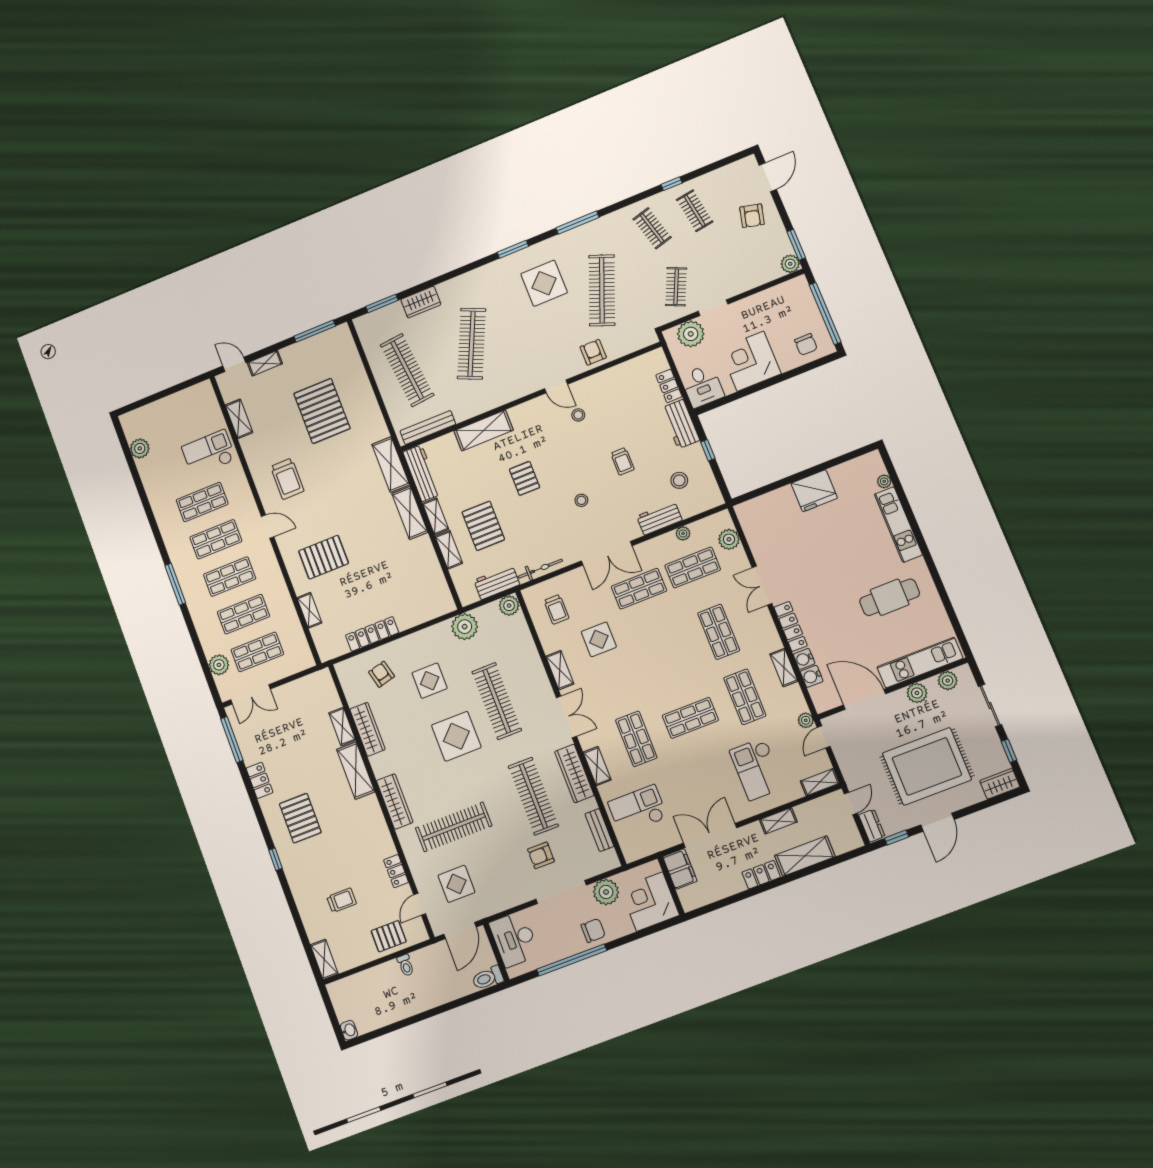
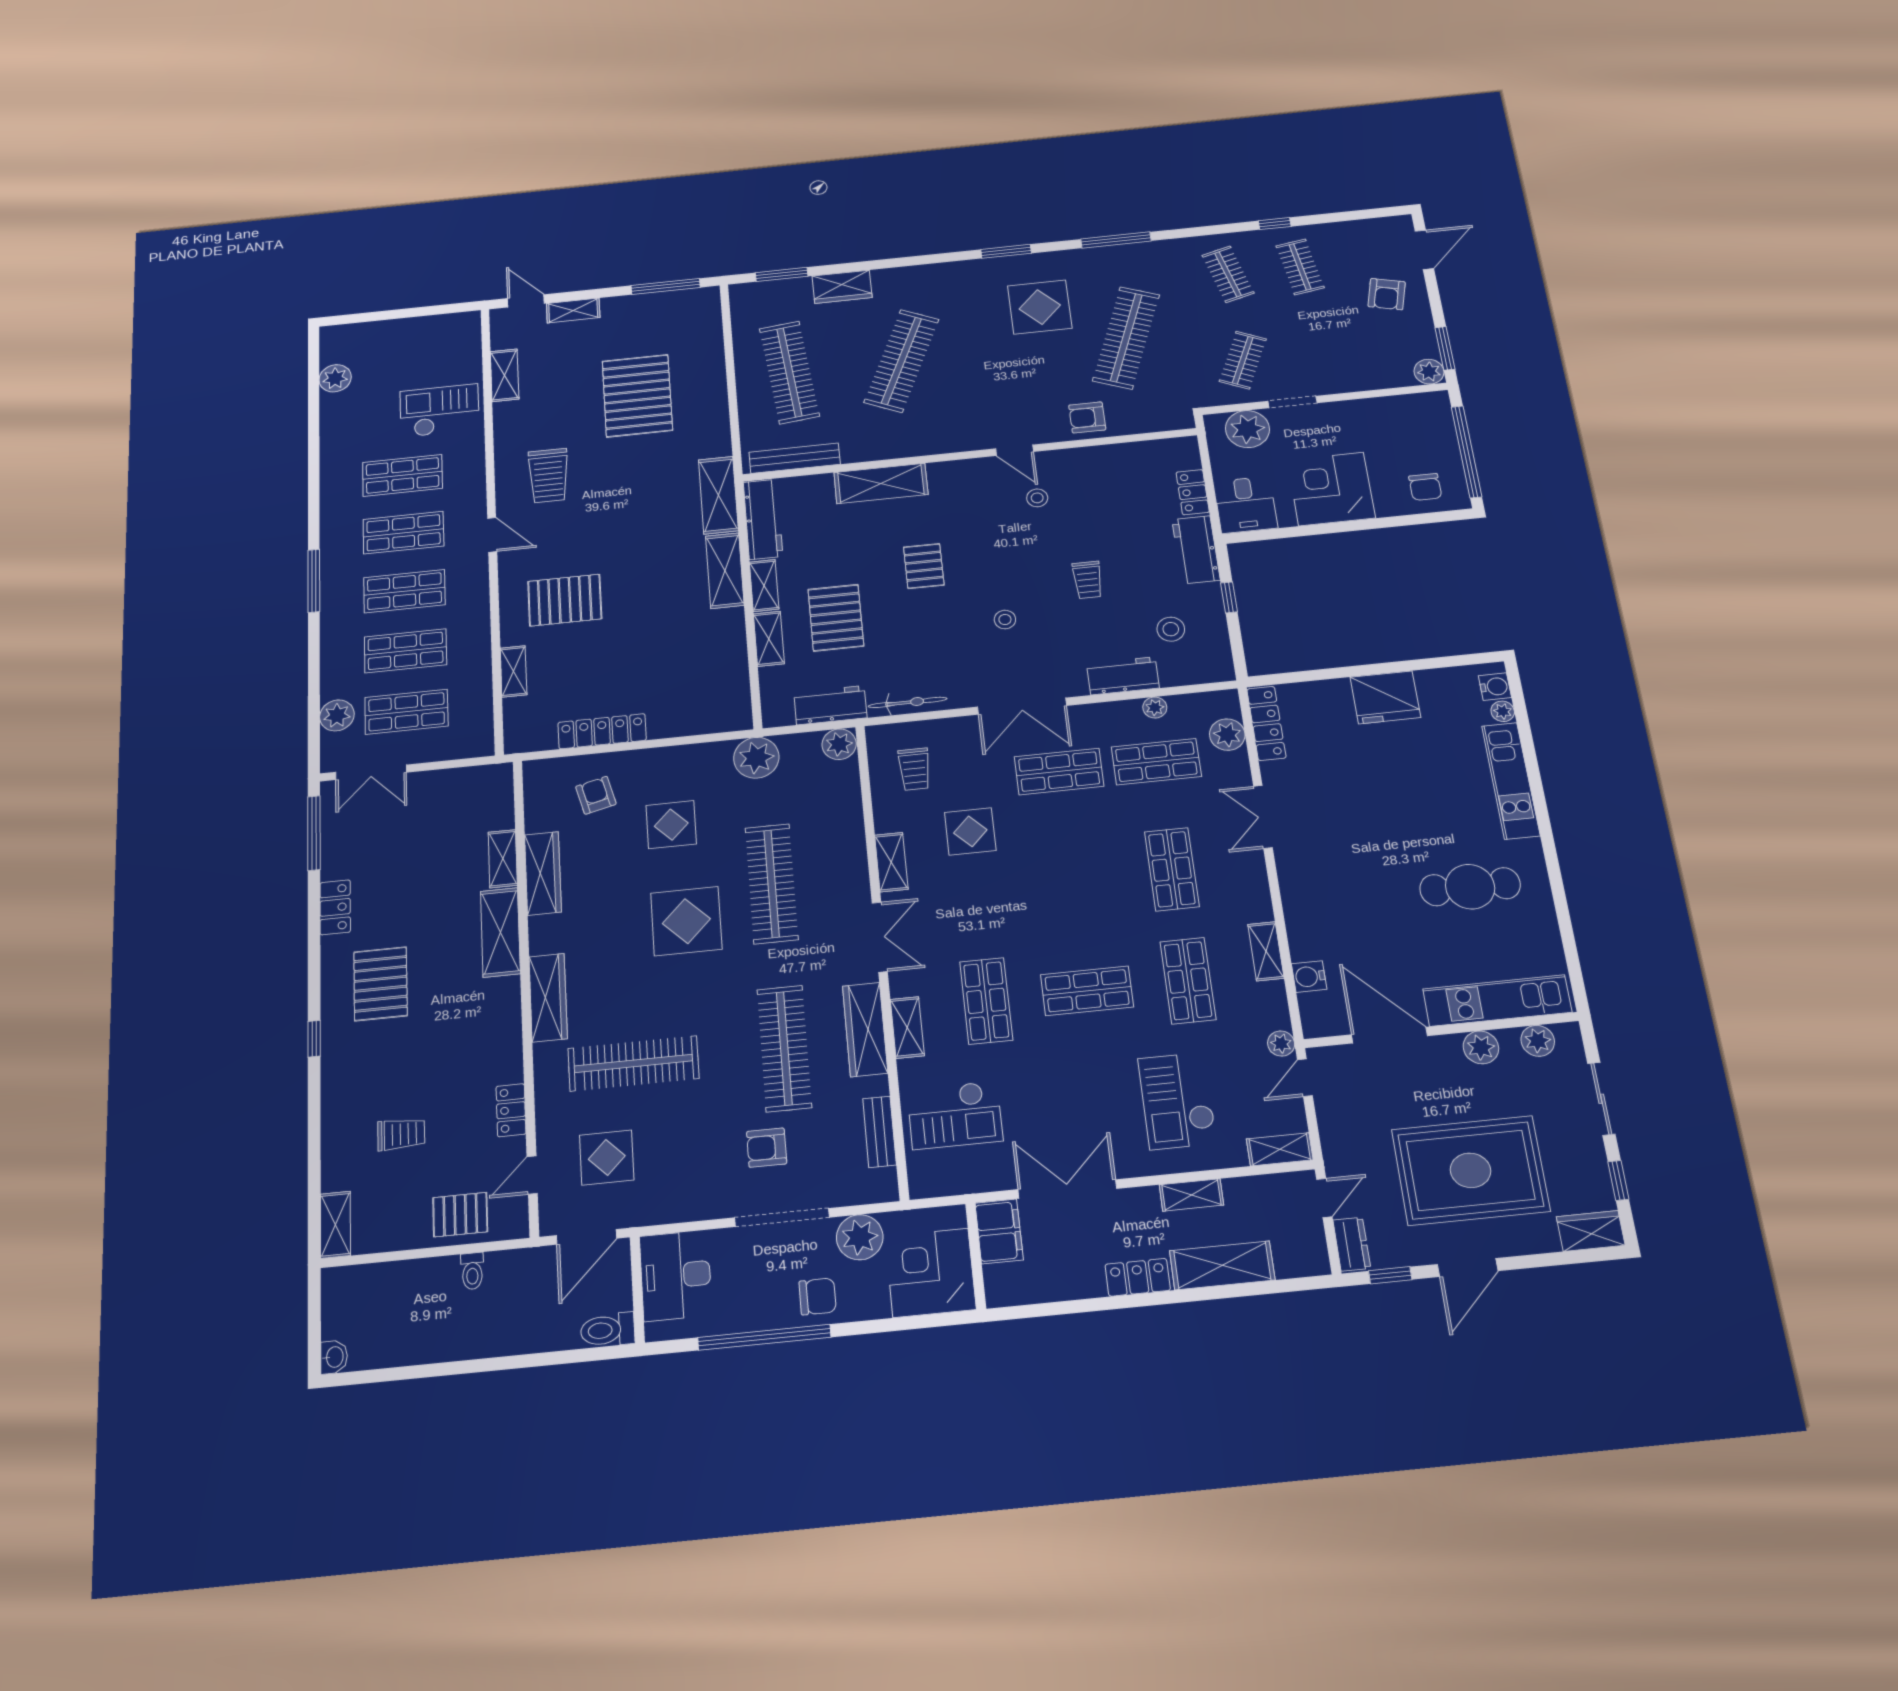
armchair: (593, 352) -> (1087, 417), turned -90
locker: (791, 626) -> (1266, 723), moved
water cooler: (804, 659) -> (1495, 687), moved, turned 180
checkout: (638, 810) -> (955, 1115), turned 180

